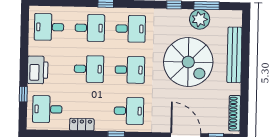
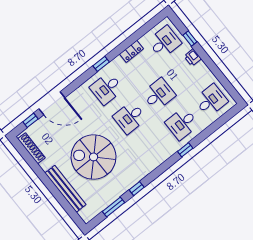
plant: (200, 19) -> (110, 193), removed
desk: (131, 29) -> (153, 147), removed
desk: (89, 69) -> (159, 94), turned 180
printer: (38, 70) -> (193, 57), width x0.53, depth x0.68

